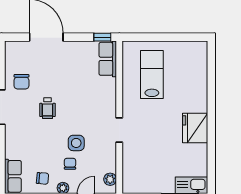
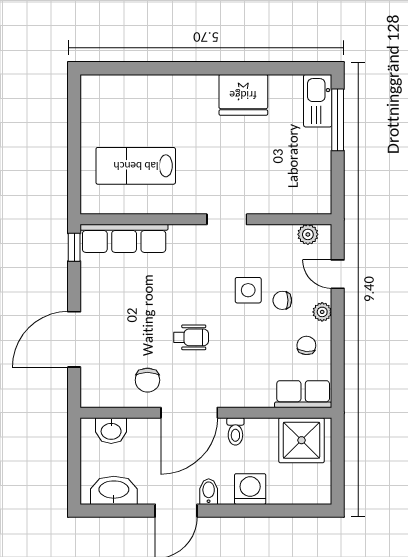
row of seats: (108, 59) -> (124, 238), width x1.48
chair: (21, 82) -> (147, 380), turned 90
fridge: (195, 128) -> (243, 95), moved

